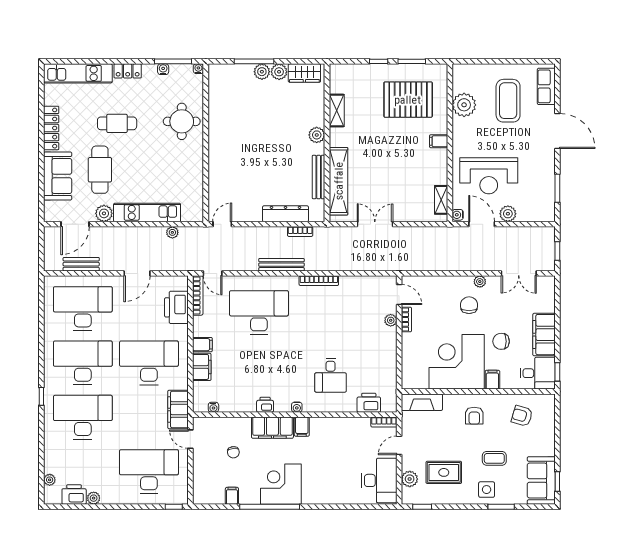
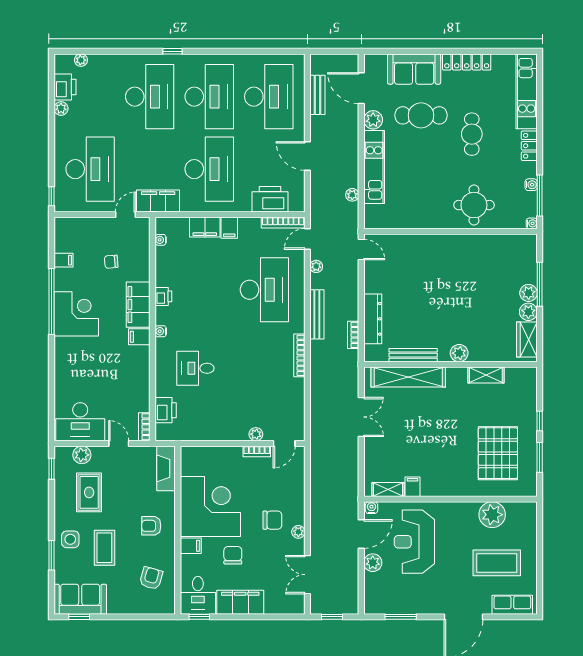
filing cabinet: (439, 141) -> (413, 487), moved
plant: (238, 265) -> (316, 266), added
coffee table: (494, 458) -> (104, 548), width x1.36, depth x1.30

